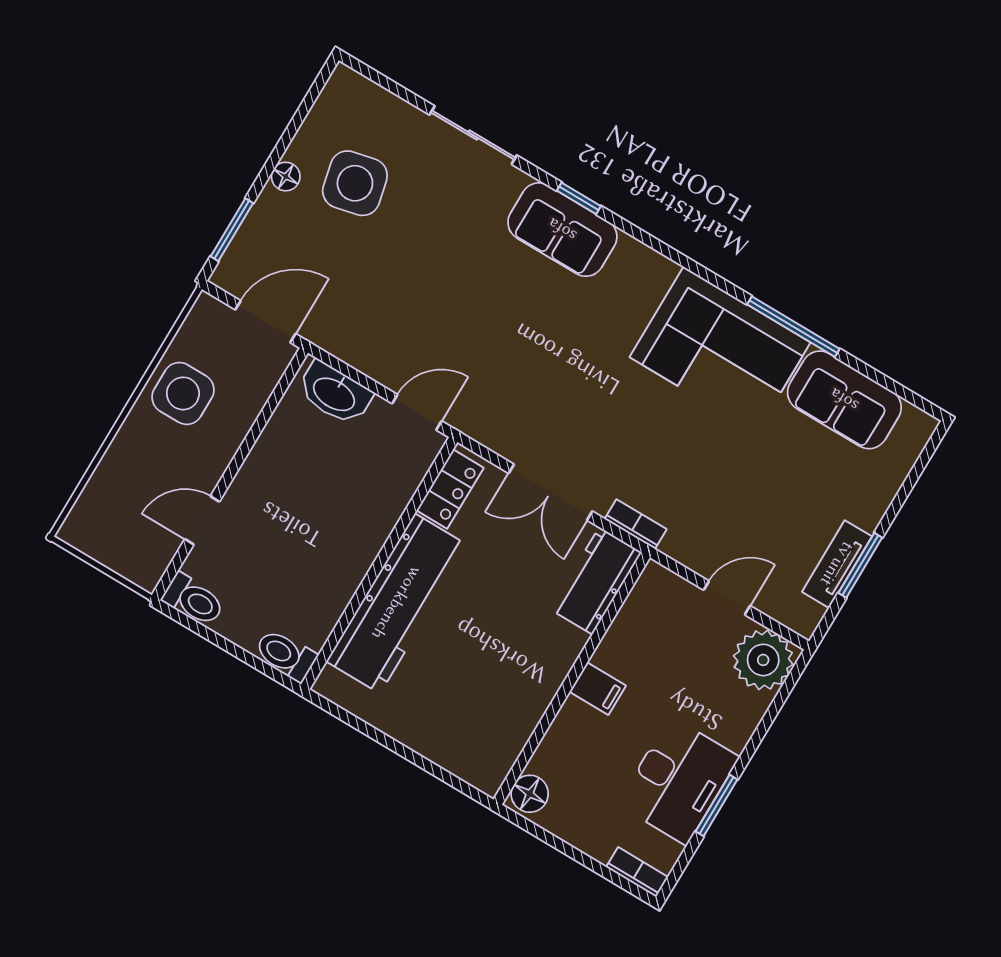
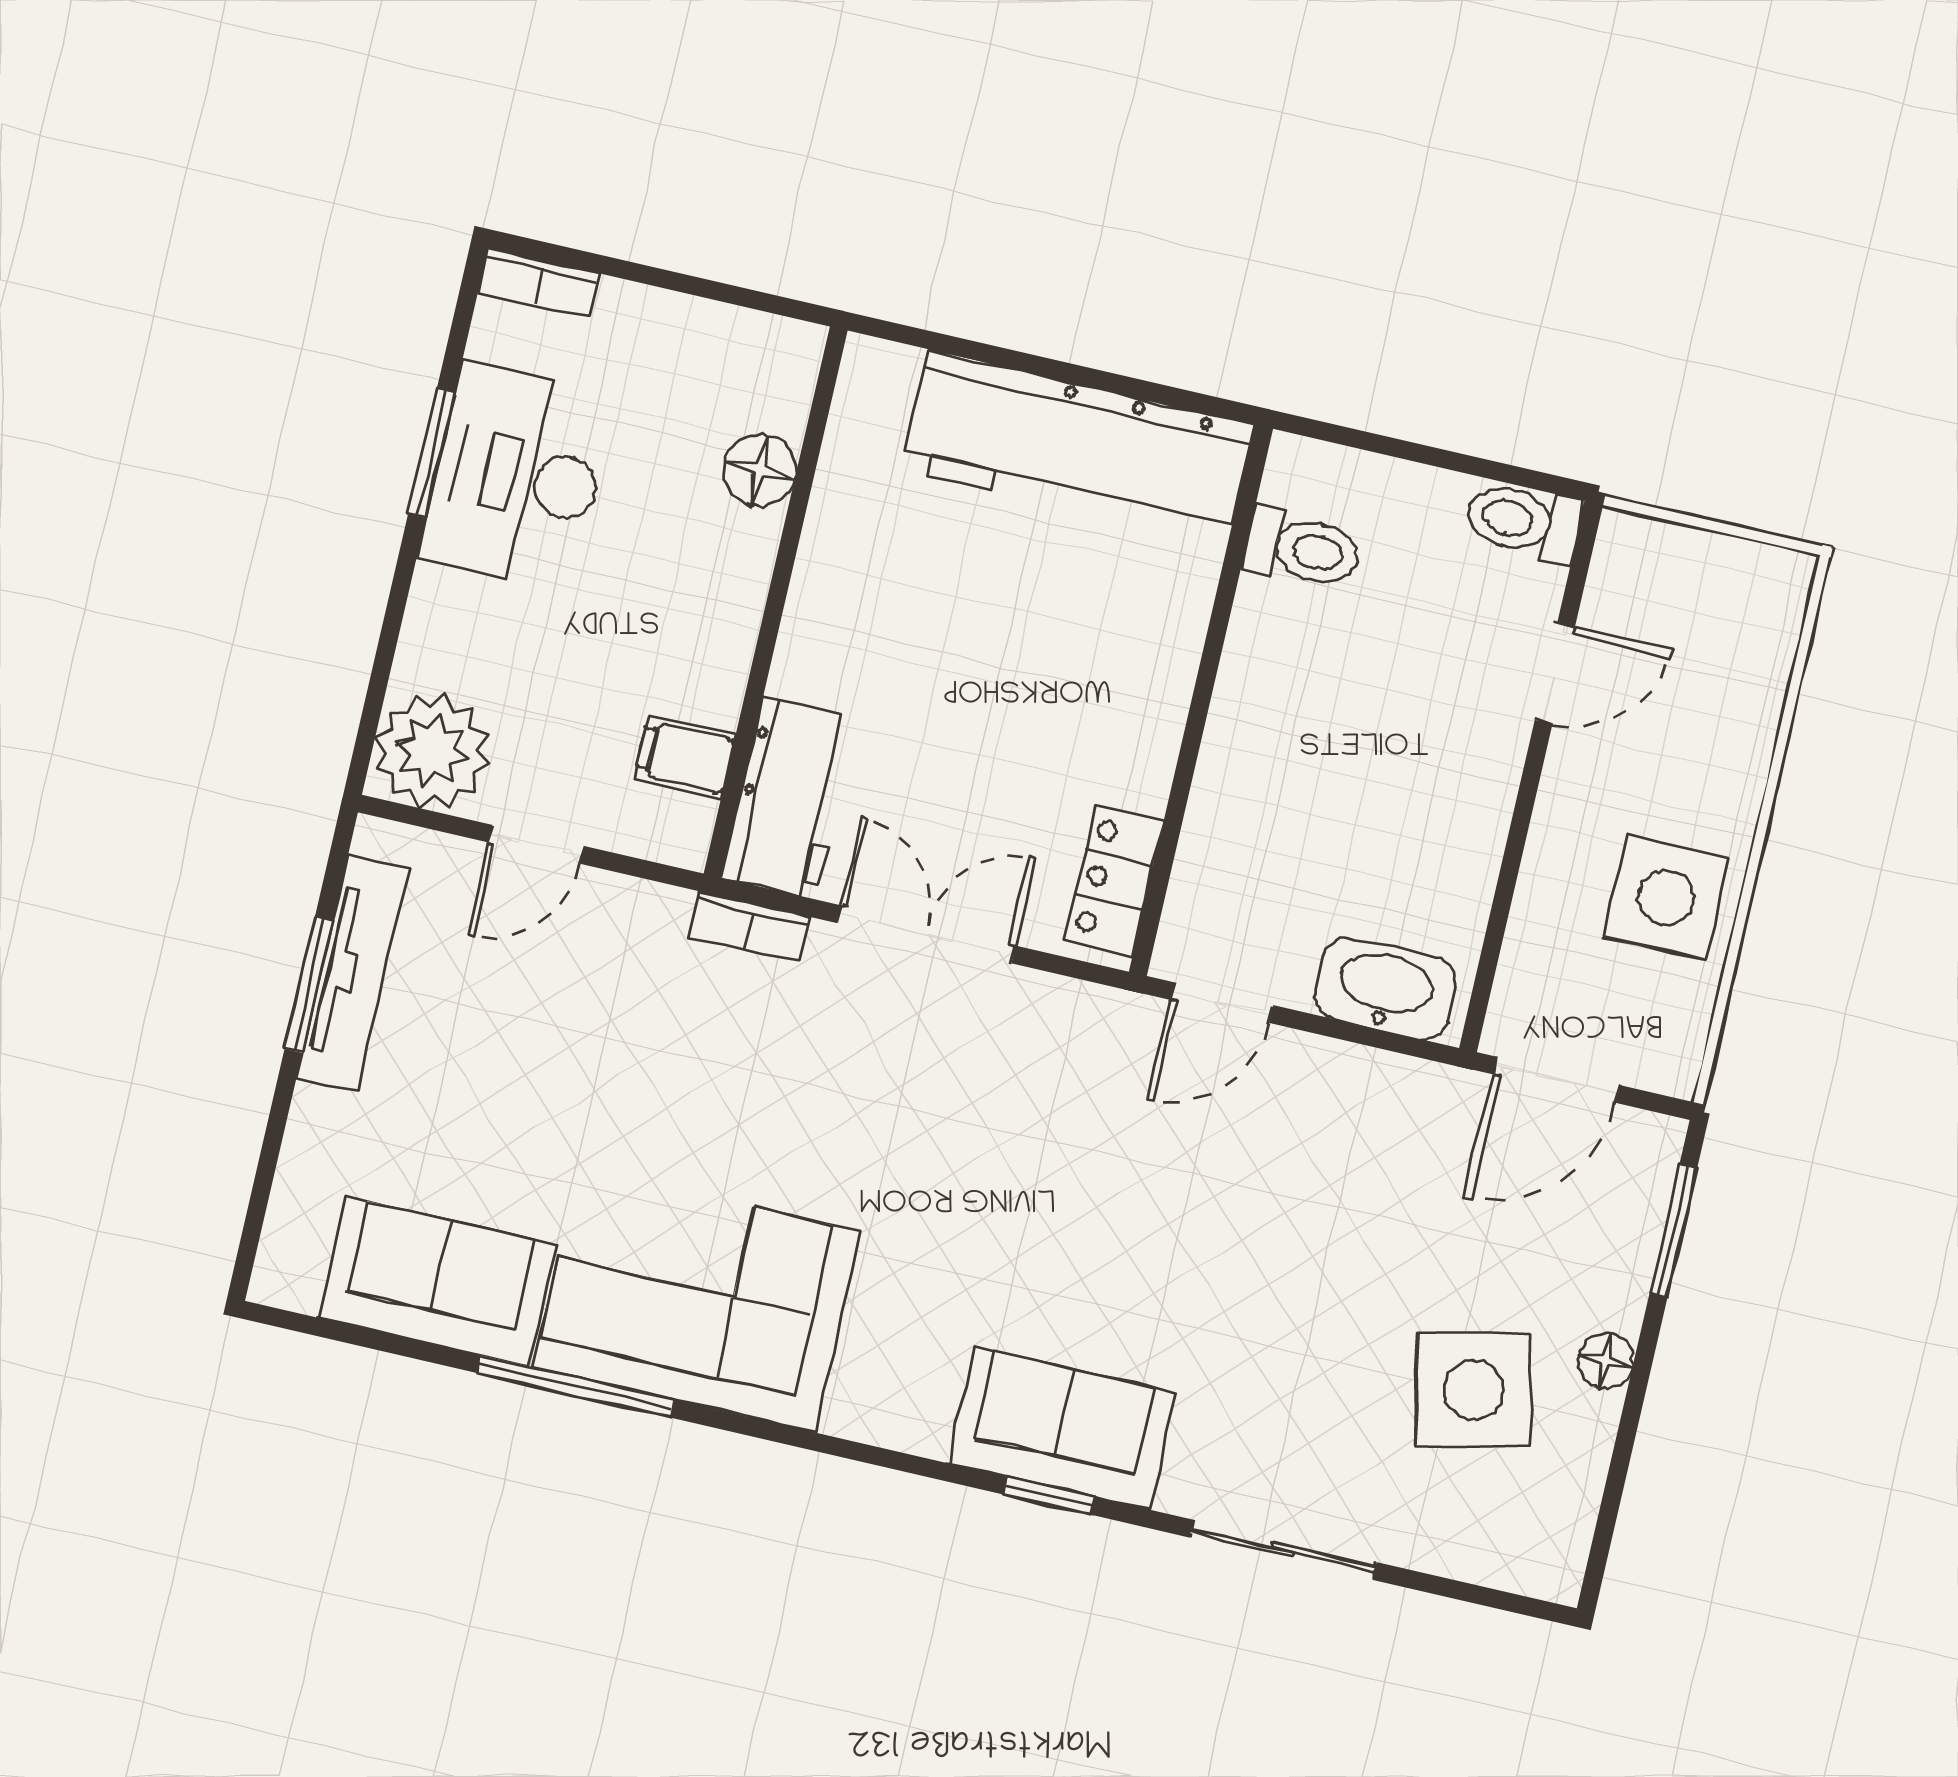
tv unit: (837, 564) -> (353, 973), width x1.41
workbench: (397, 603) -> (1078, 447), moved, turned -90
toilet: (286, 655) -> (1302, 549), moved
filing cabinet: (598, 689) -> (685, 757), moved
floor lamp: (530, 794) -> (760, 470), moved

